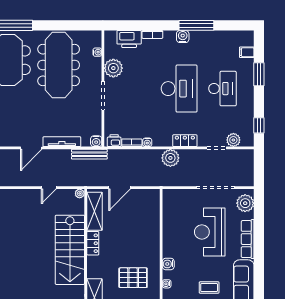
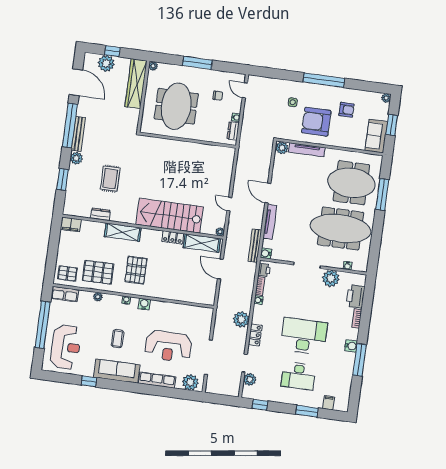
desk: (179, 89) -> (304, 336), turned 180
reception desk: (210, 232) -> (168, 346), turned 180

